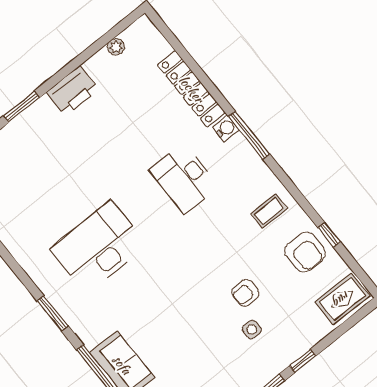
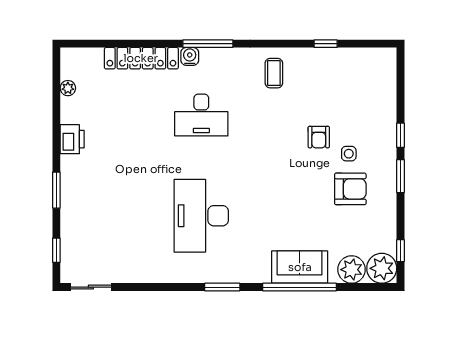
printer: (73, 91) -> (72, 139), width x0.73, depth x0.84
armchair: (305, 252) -> (350, 189), moved
rug: (342, 299) -> (379, 71), removed

